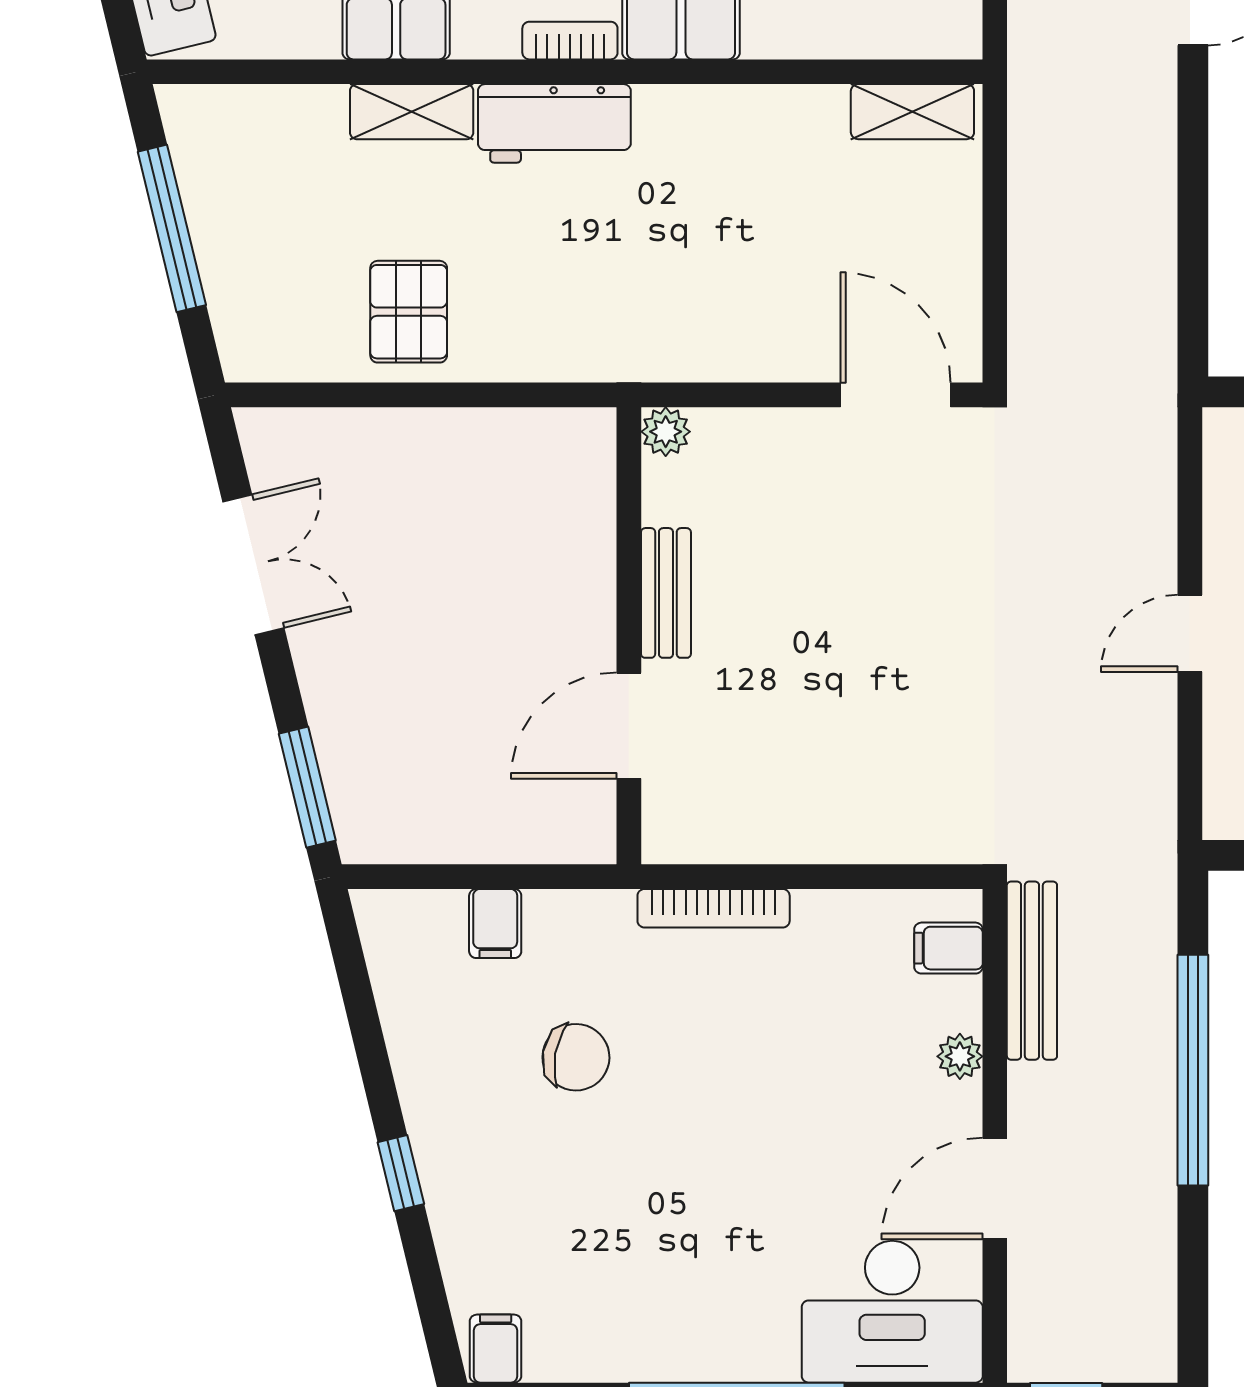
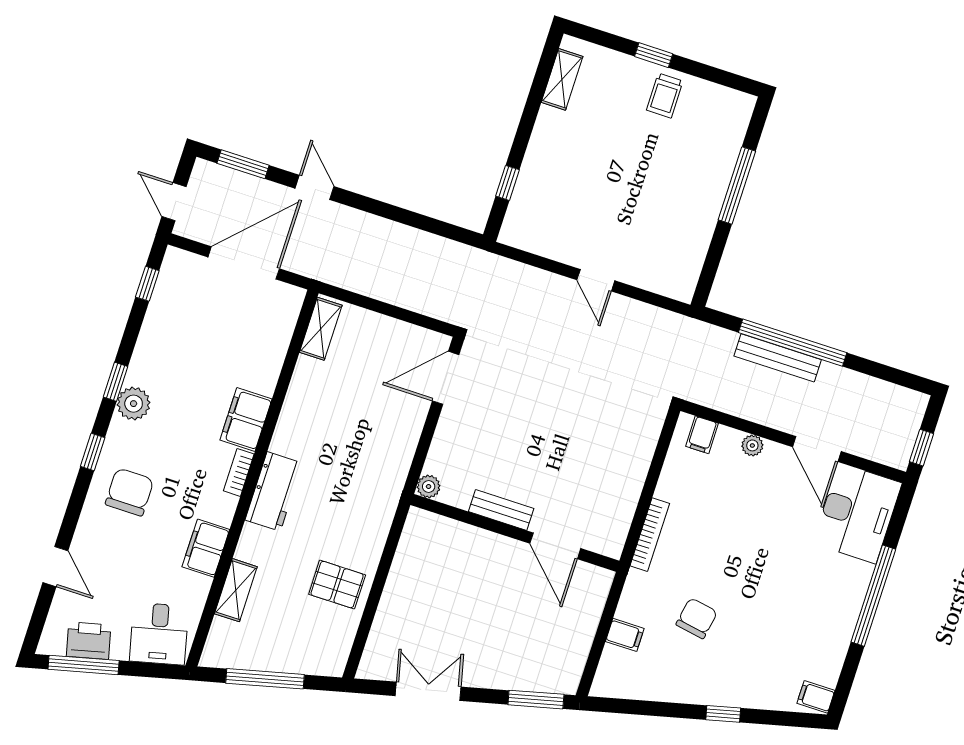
shelving: (412, 112) -> (236, 590), moved
bench: (1032, 971) -> (778, 358), moved

